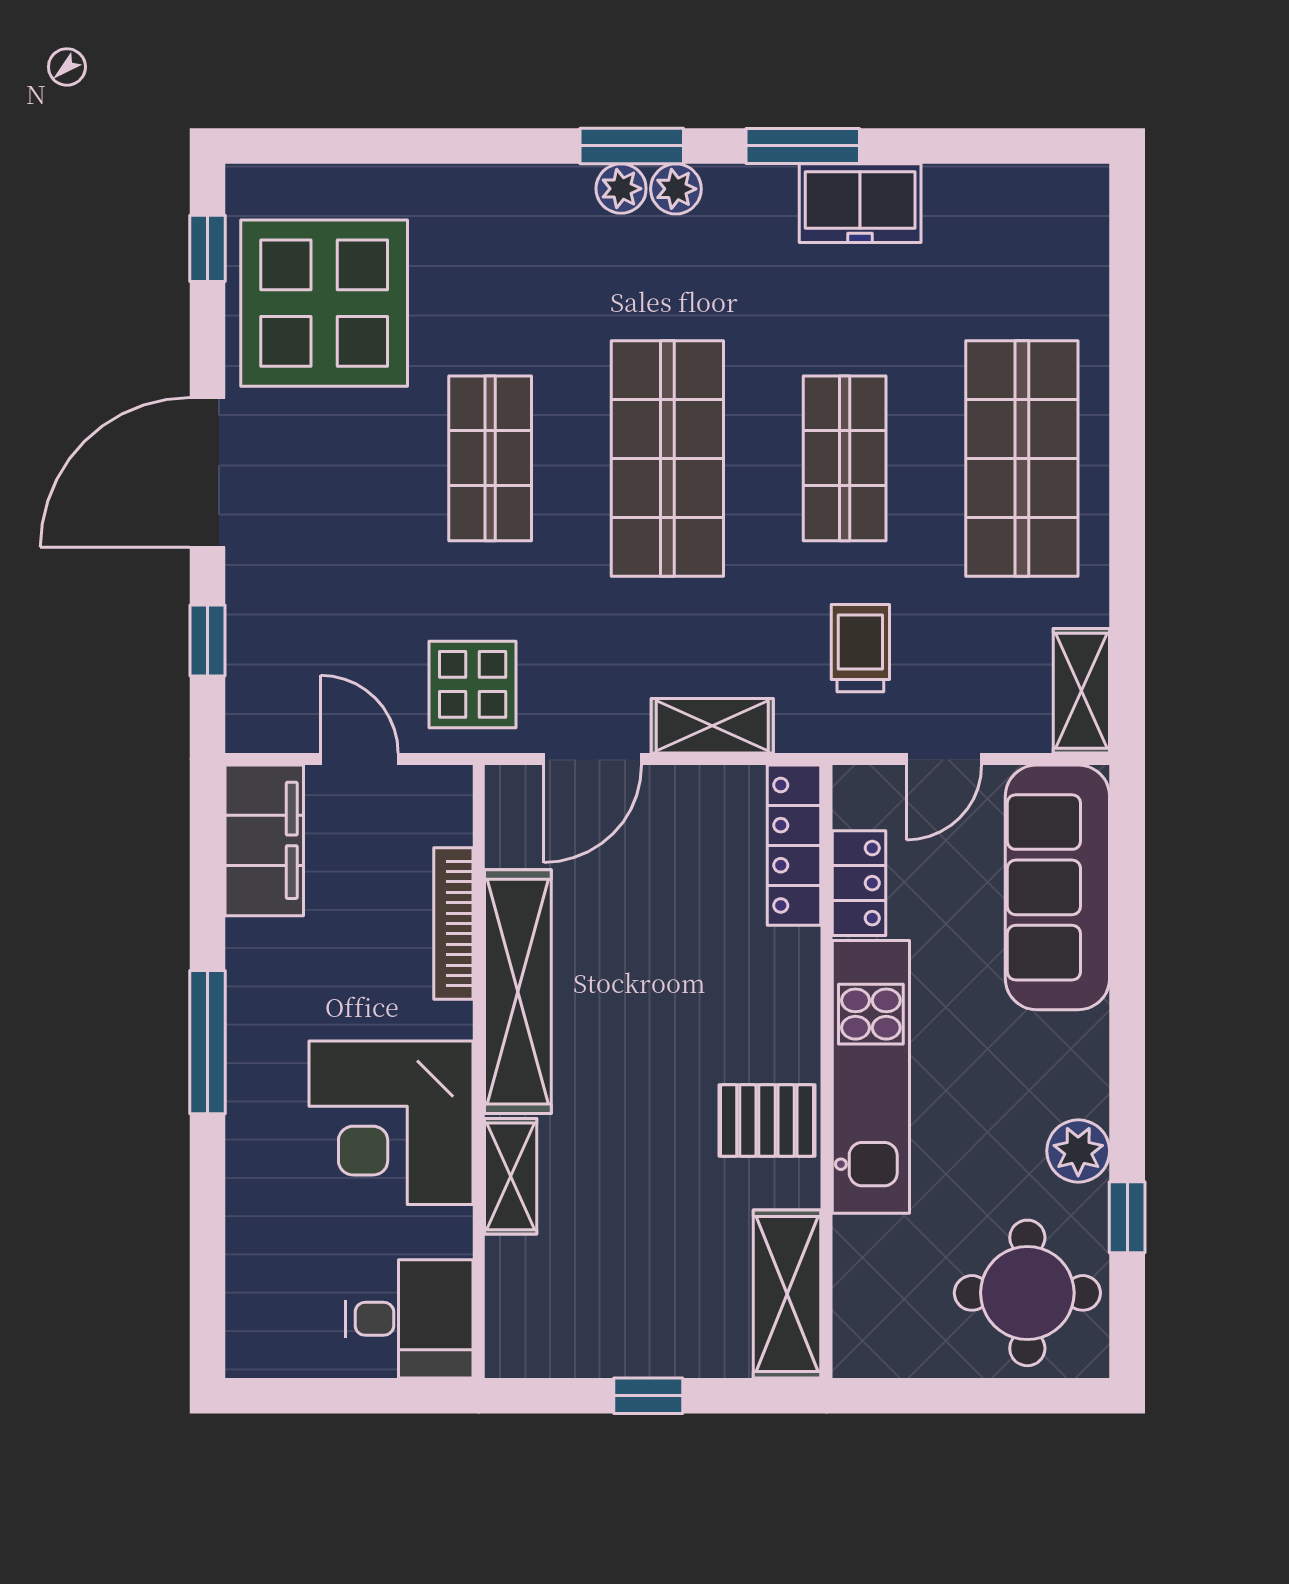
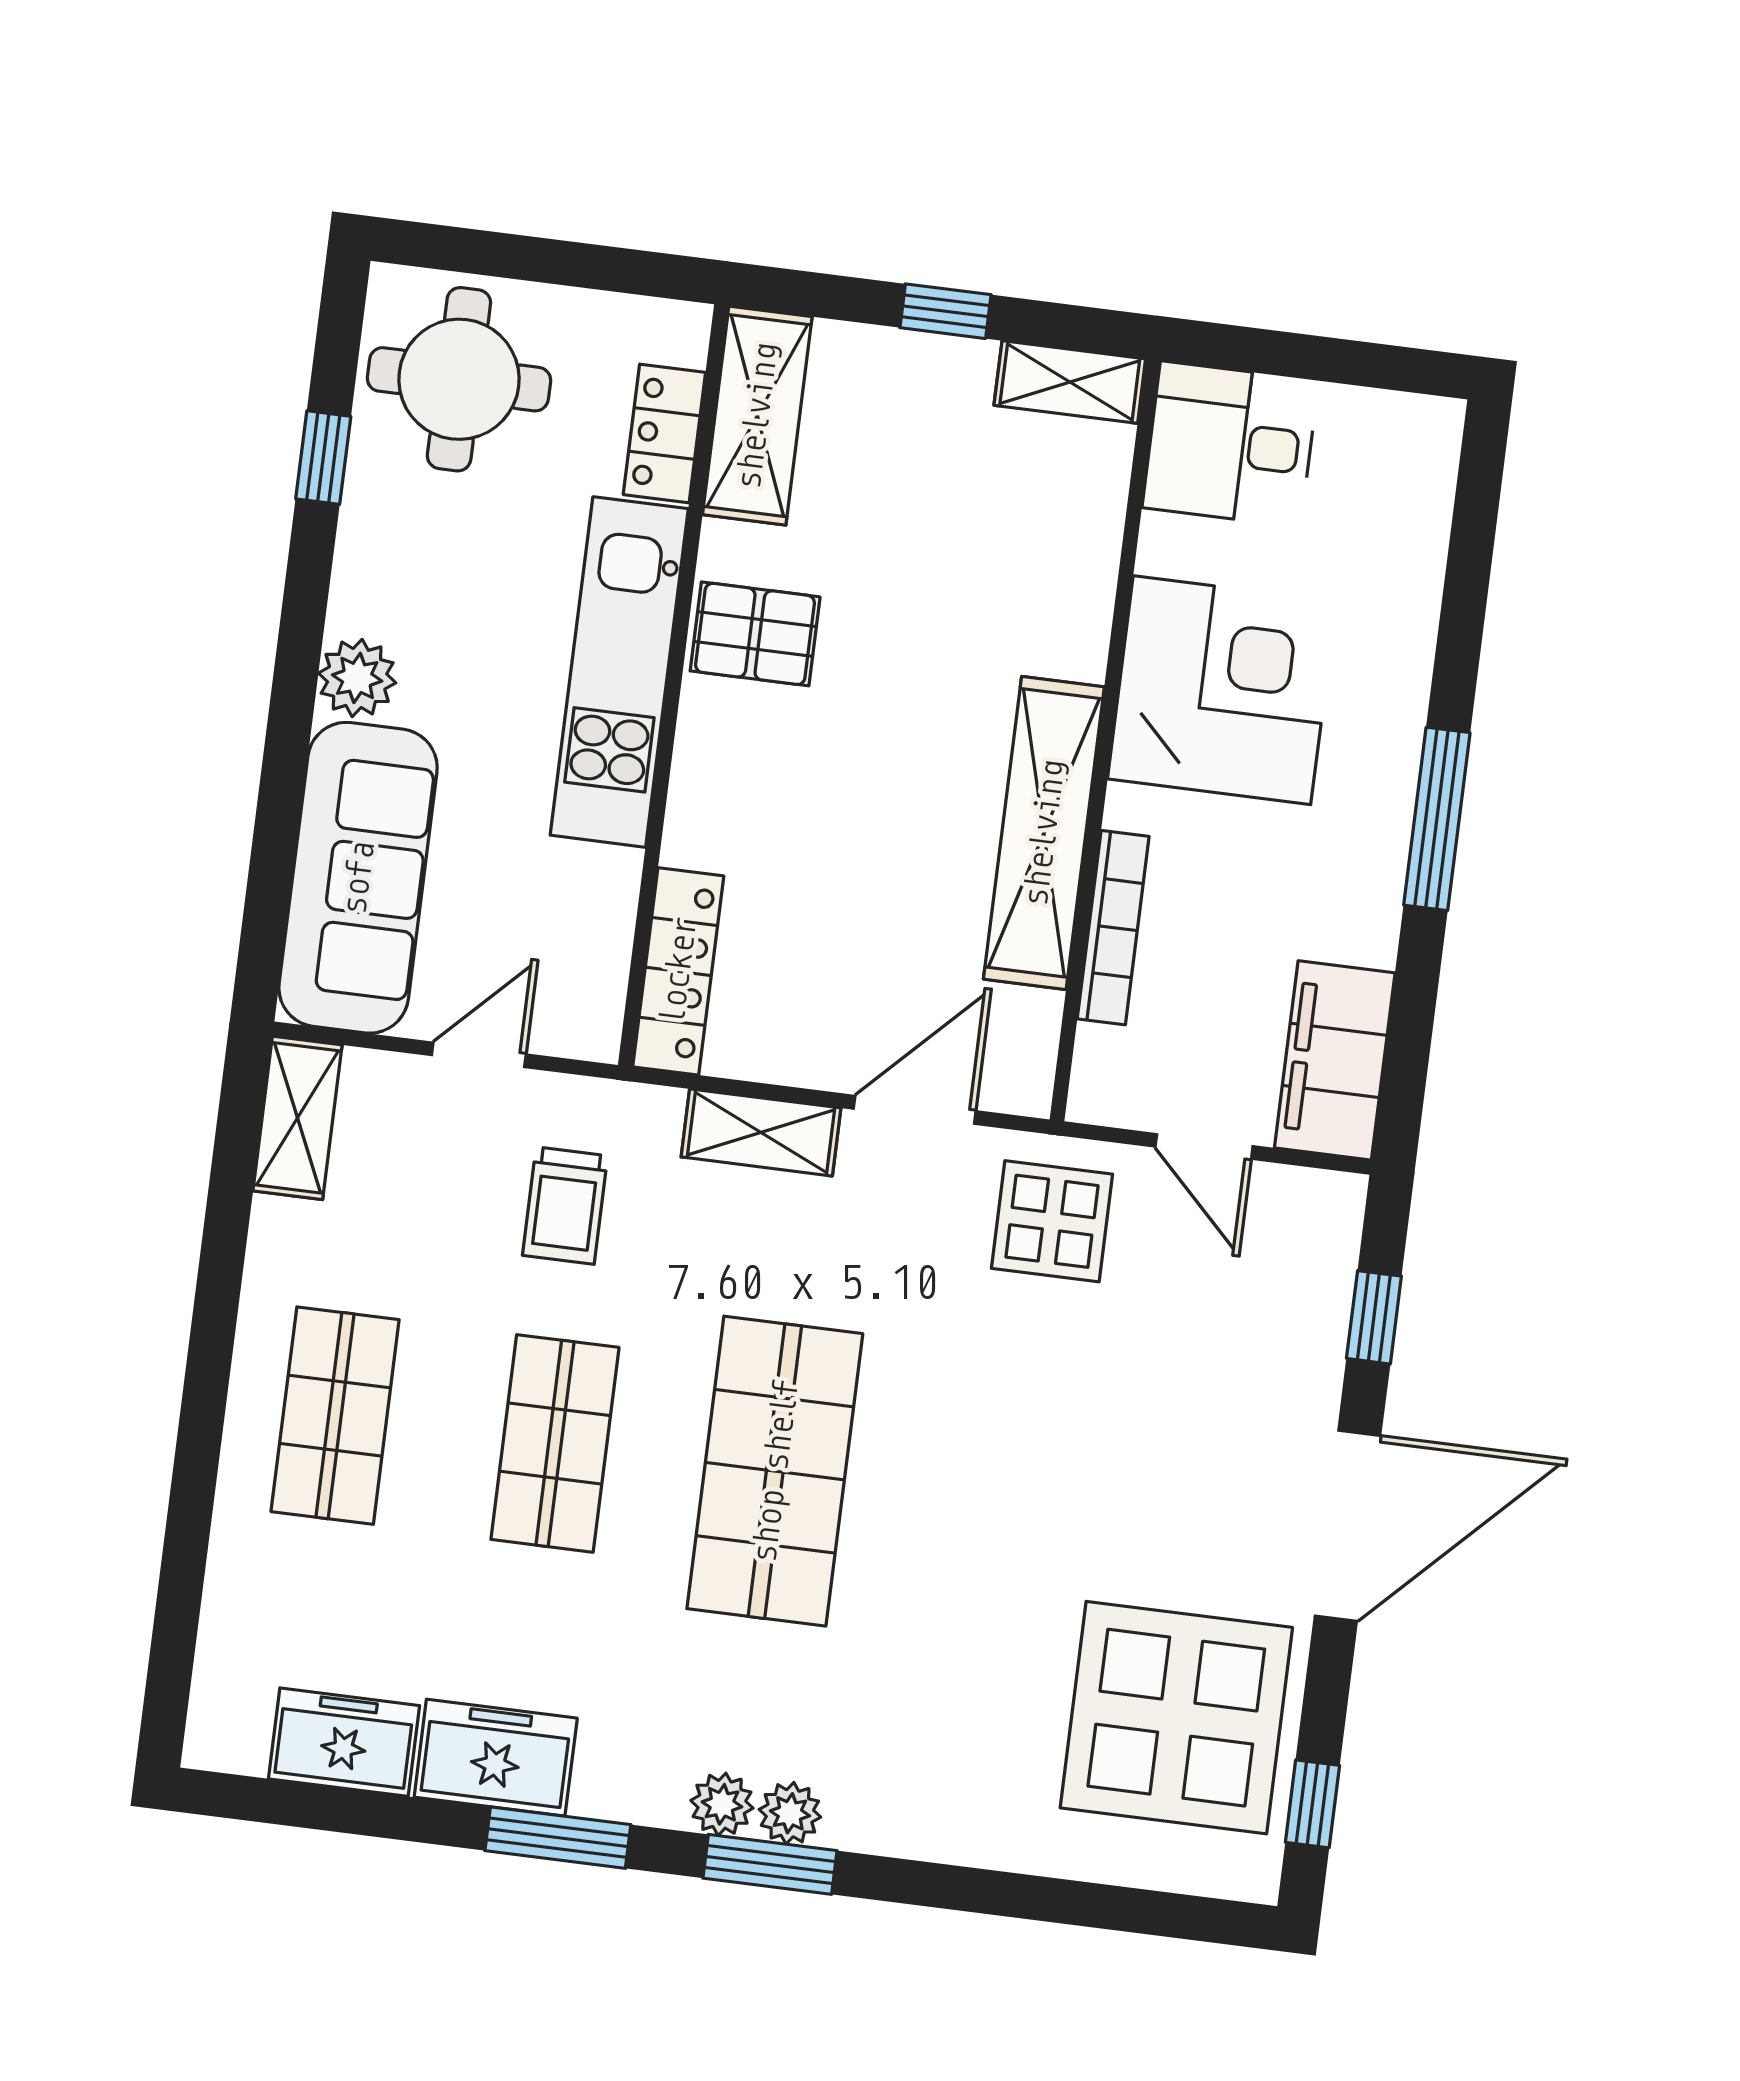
freezer: (982, 200) -> (344, 1742), added
shop shelf: (490, 458) -> (995, 1499), removed
shop shelf: (1022, 458) -> (335, 1416), width x0.70, depth x0.74
locker: (859, 883) -> (664, 433), moved
plant: (1078, 1151) -> (357, 678), moved
shelving: (511, 1176) -> (1070, 382), moved, turned 90

